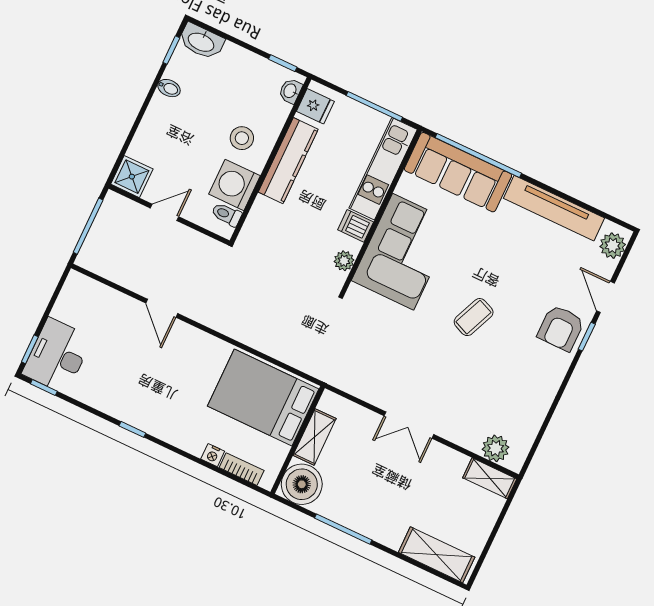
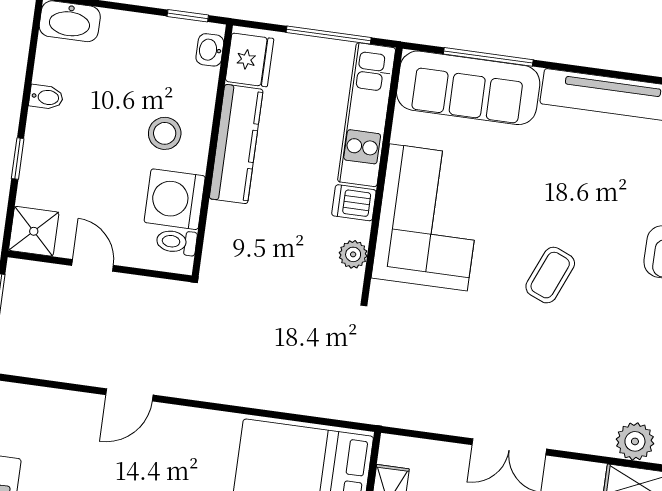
window: (171, 50) -> (18, 159), moved
fridge: (315, 106) -> (250, 60), width x1.38
window: (478, 155) -> (488, 57), width x0.68
door: (165, 212) -> (93, 265), hinge flipped
door: (162, 308) -> (129, 395), hinge flipped

